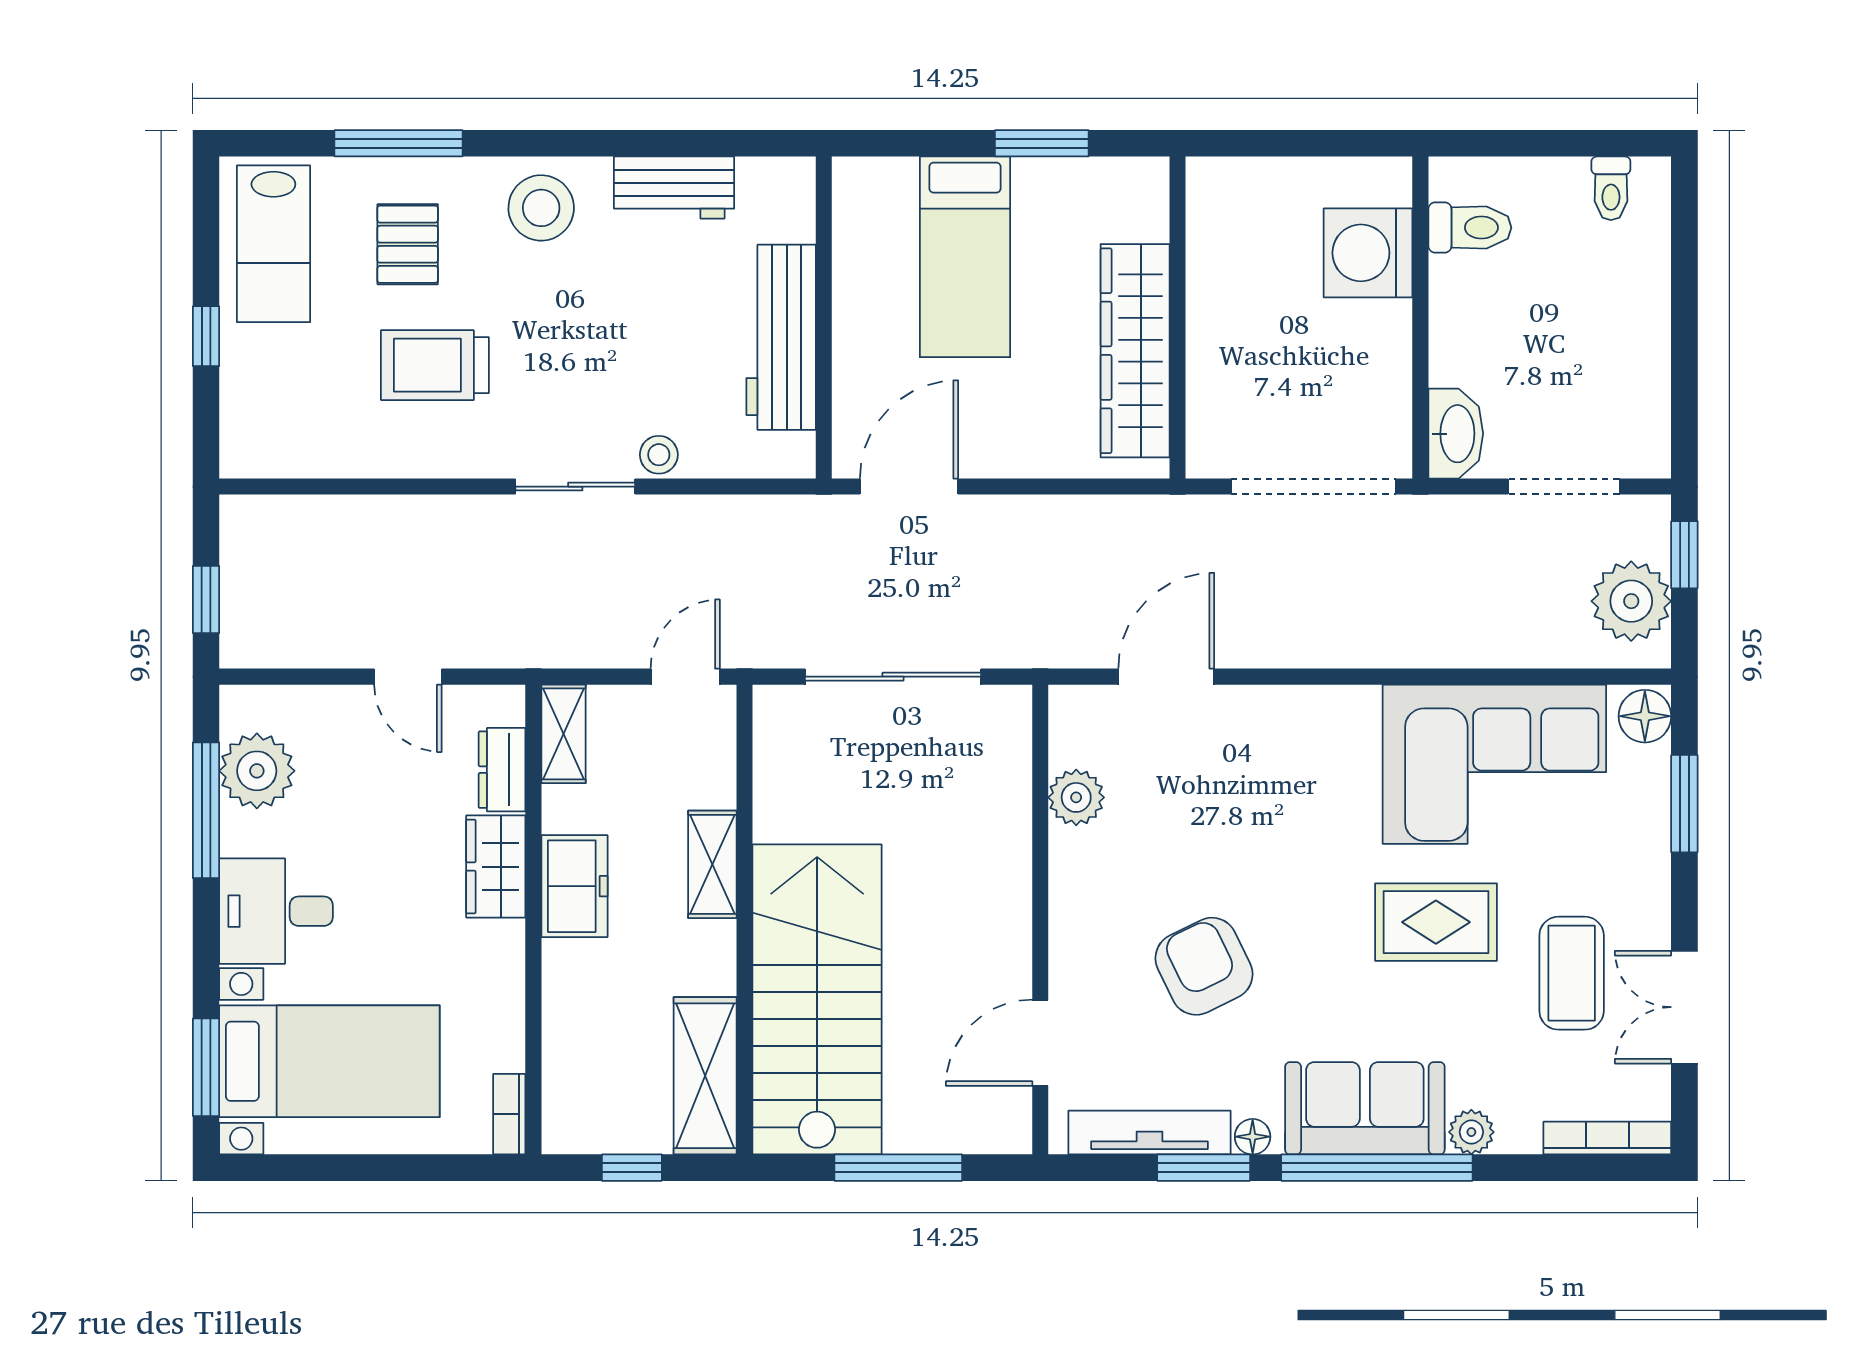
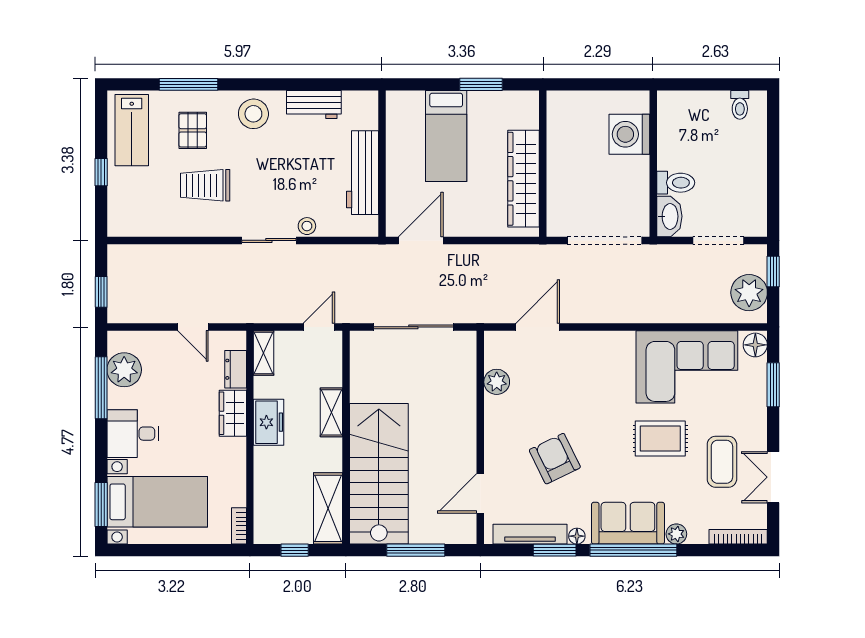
toilet: (1470, 228) -> (676, 183), moved

